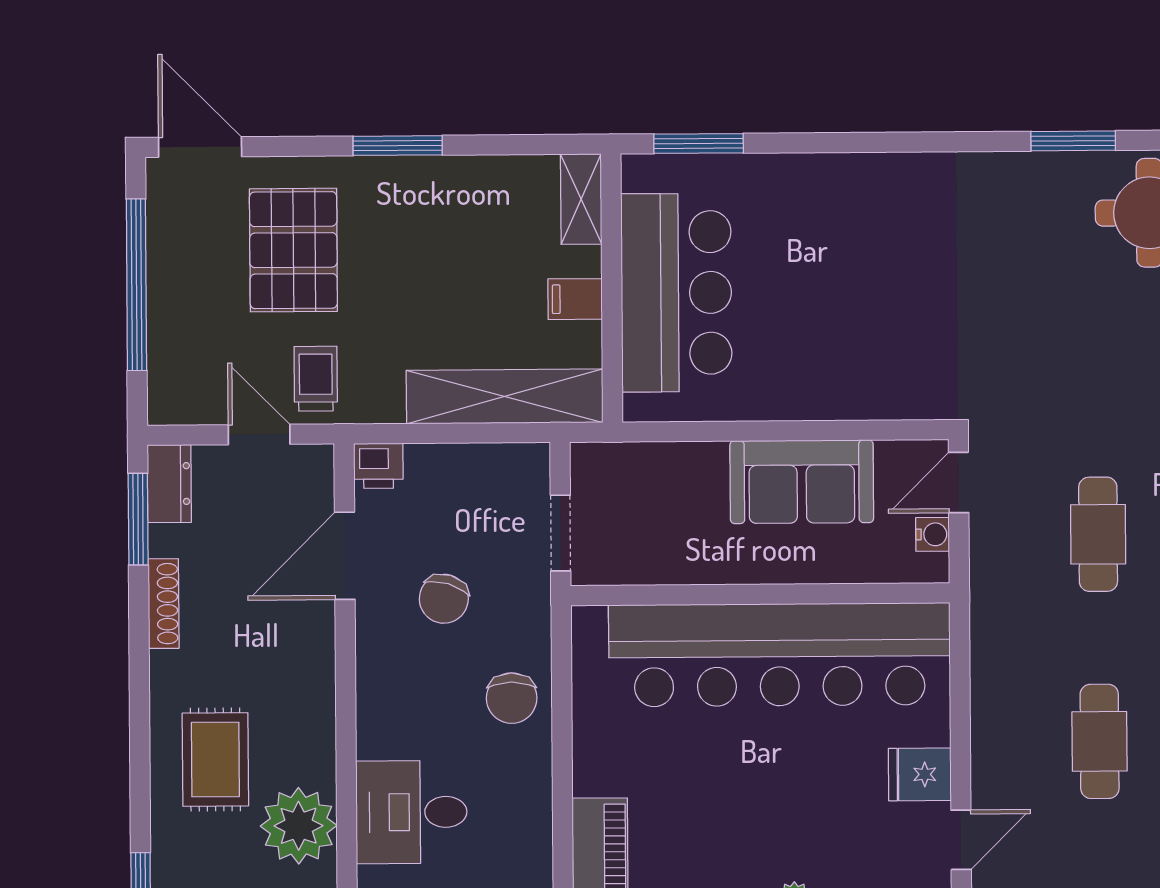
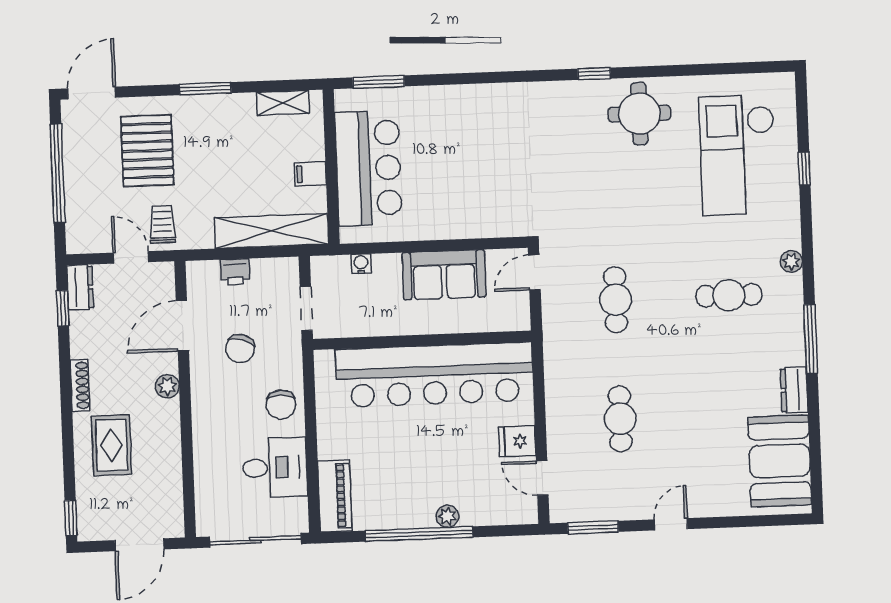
window: (1073, 141) -> (594, 74), width x0.67
door: (200, 147) -> (92, 93), hinge flipped
shelving: (581, 199) -> (283, 103), moved, turned 90
printer: (378, 466) -> (235, 272), moved
window: (138, 519) -> (63, 308), width x0.67
water cooler: (933, 534) -> (361, 264), moved, turned -90
shoe rack: (164, 604) -> (80, 385), moved
desk: (411, 812) -> (275, 468), moved, turned 180
plant: (299, 826) -> (167, 386), moved, width x0.53, depth x0.53
door: (961, 840) -> (542, 478), swing flipped

